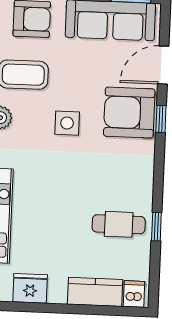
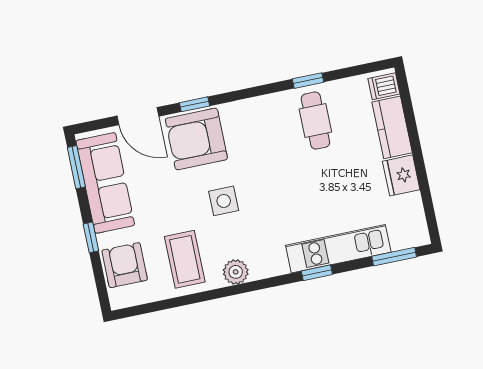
armchair: (129, 113) -> (196, 139), turned 90
fridge: (30, 288) -> (401, 175), moved

